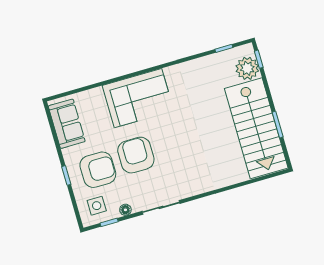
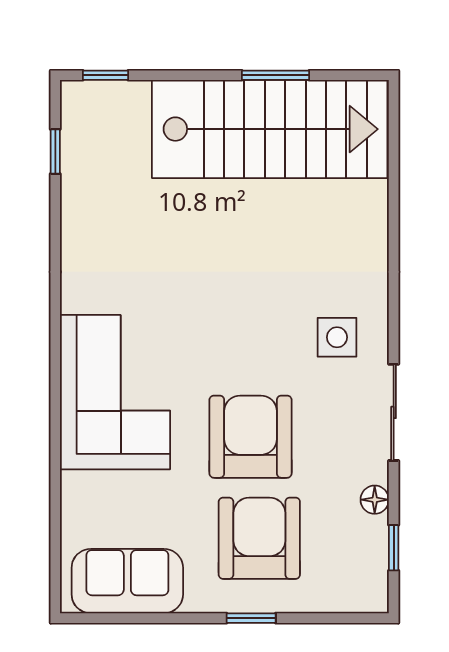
plant: (247, 68) -> (120, 109), removed
armchair: (136, 155) -> (251, 437), turned 90
side table: (97, 206) -> (337, 337), moved

